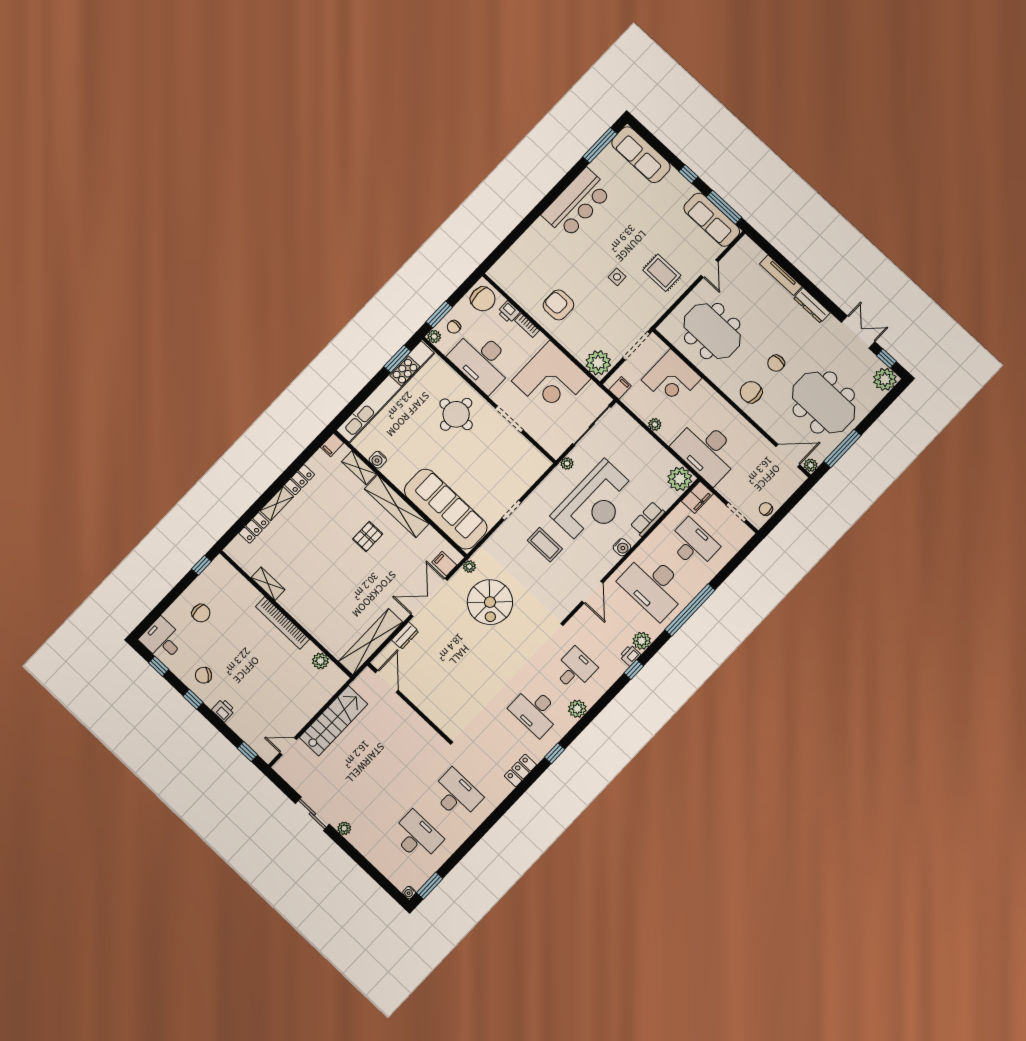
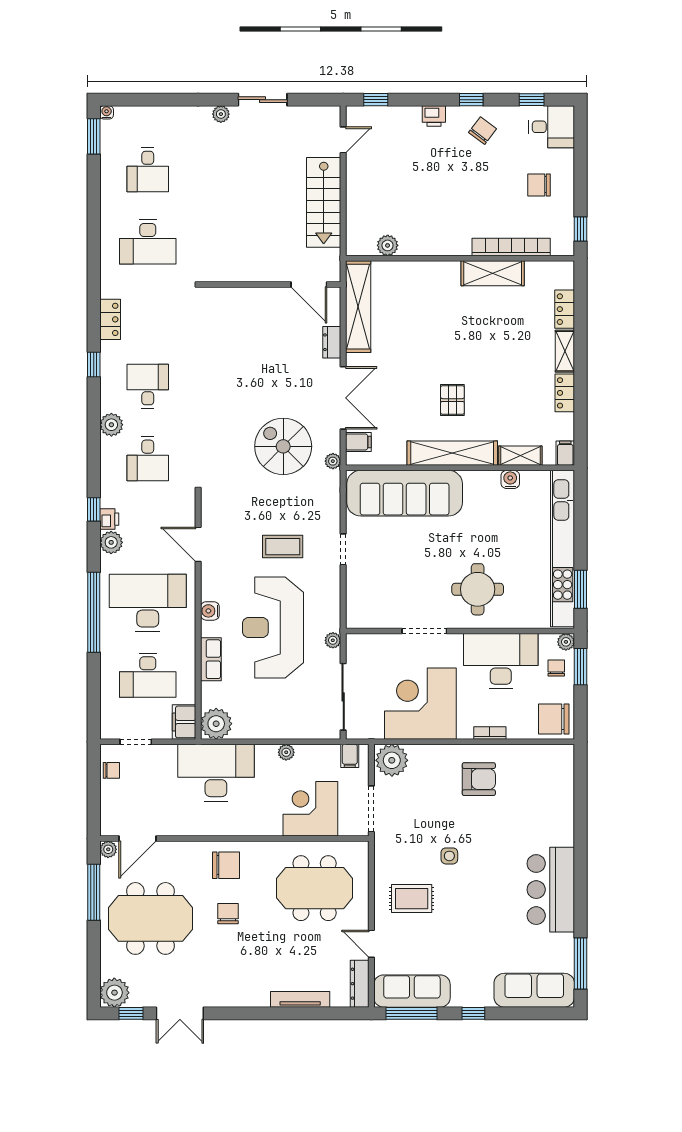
dresser: (812, 305) -> (360, 984), moved, turned -90
printer: (509, 312) -> (519, 729), removed
shelving: (268, 584) -> (493, 273), width x1.50, depth x1.33
bookcase: (282, 623) -> (511, 247), moved
desk: (535, 711) -> (148, 386), width x0.73
desk: (417, 836) -> (148, 170), width x0.73

